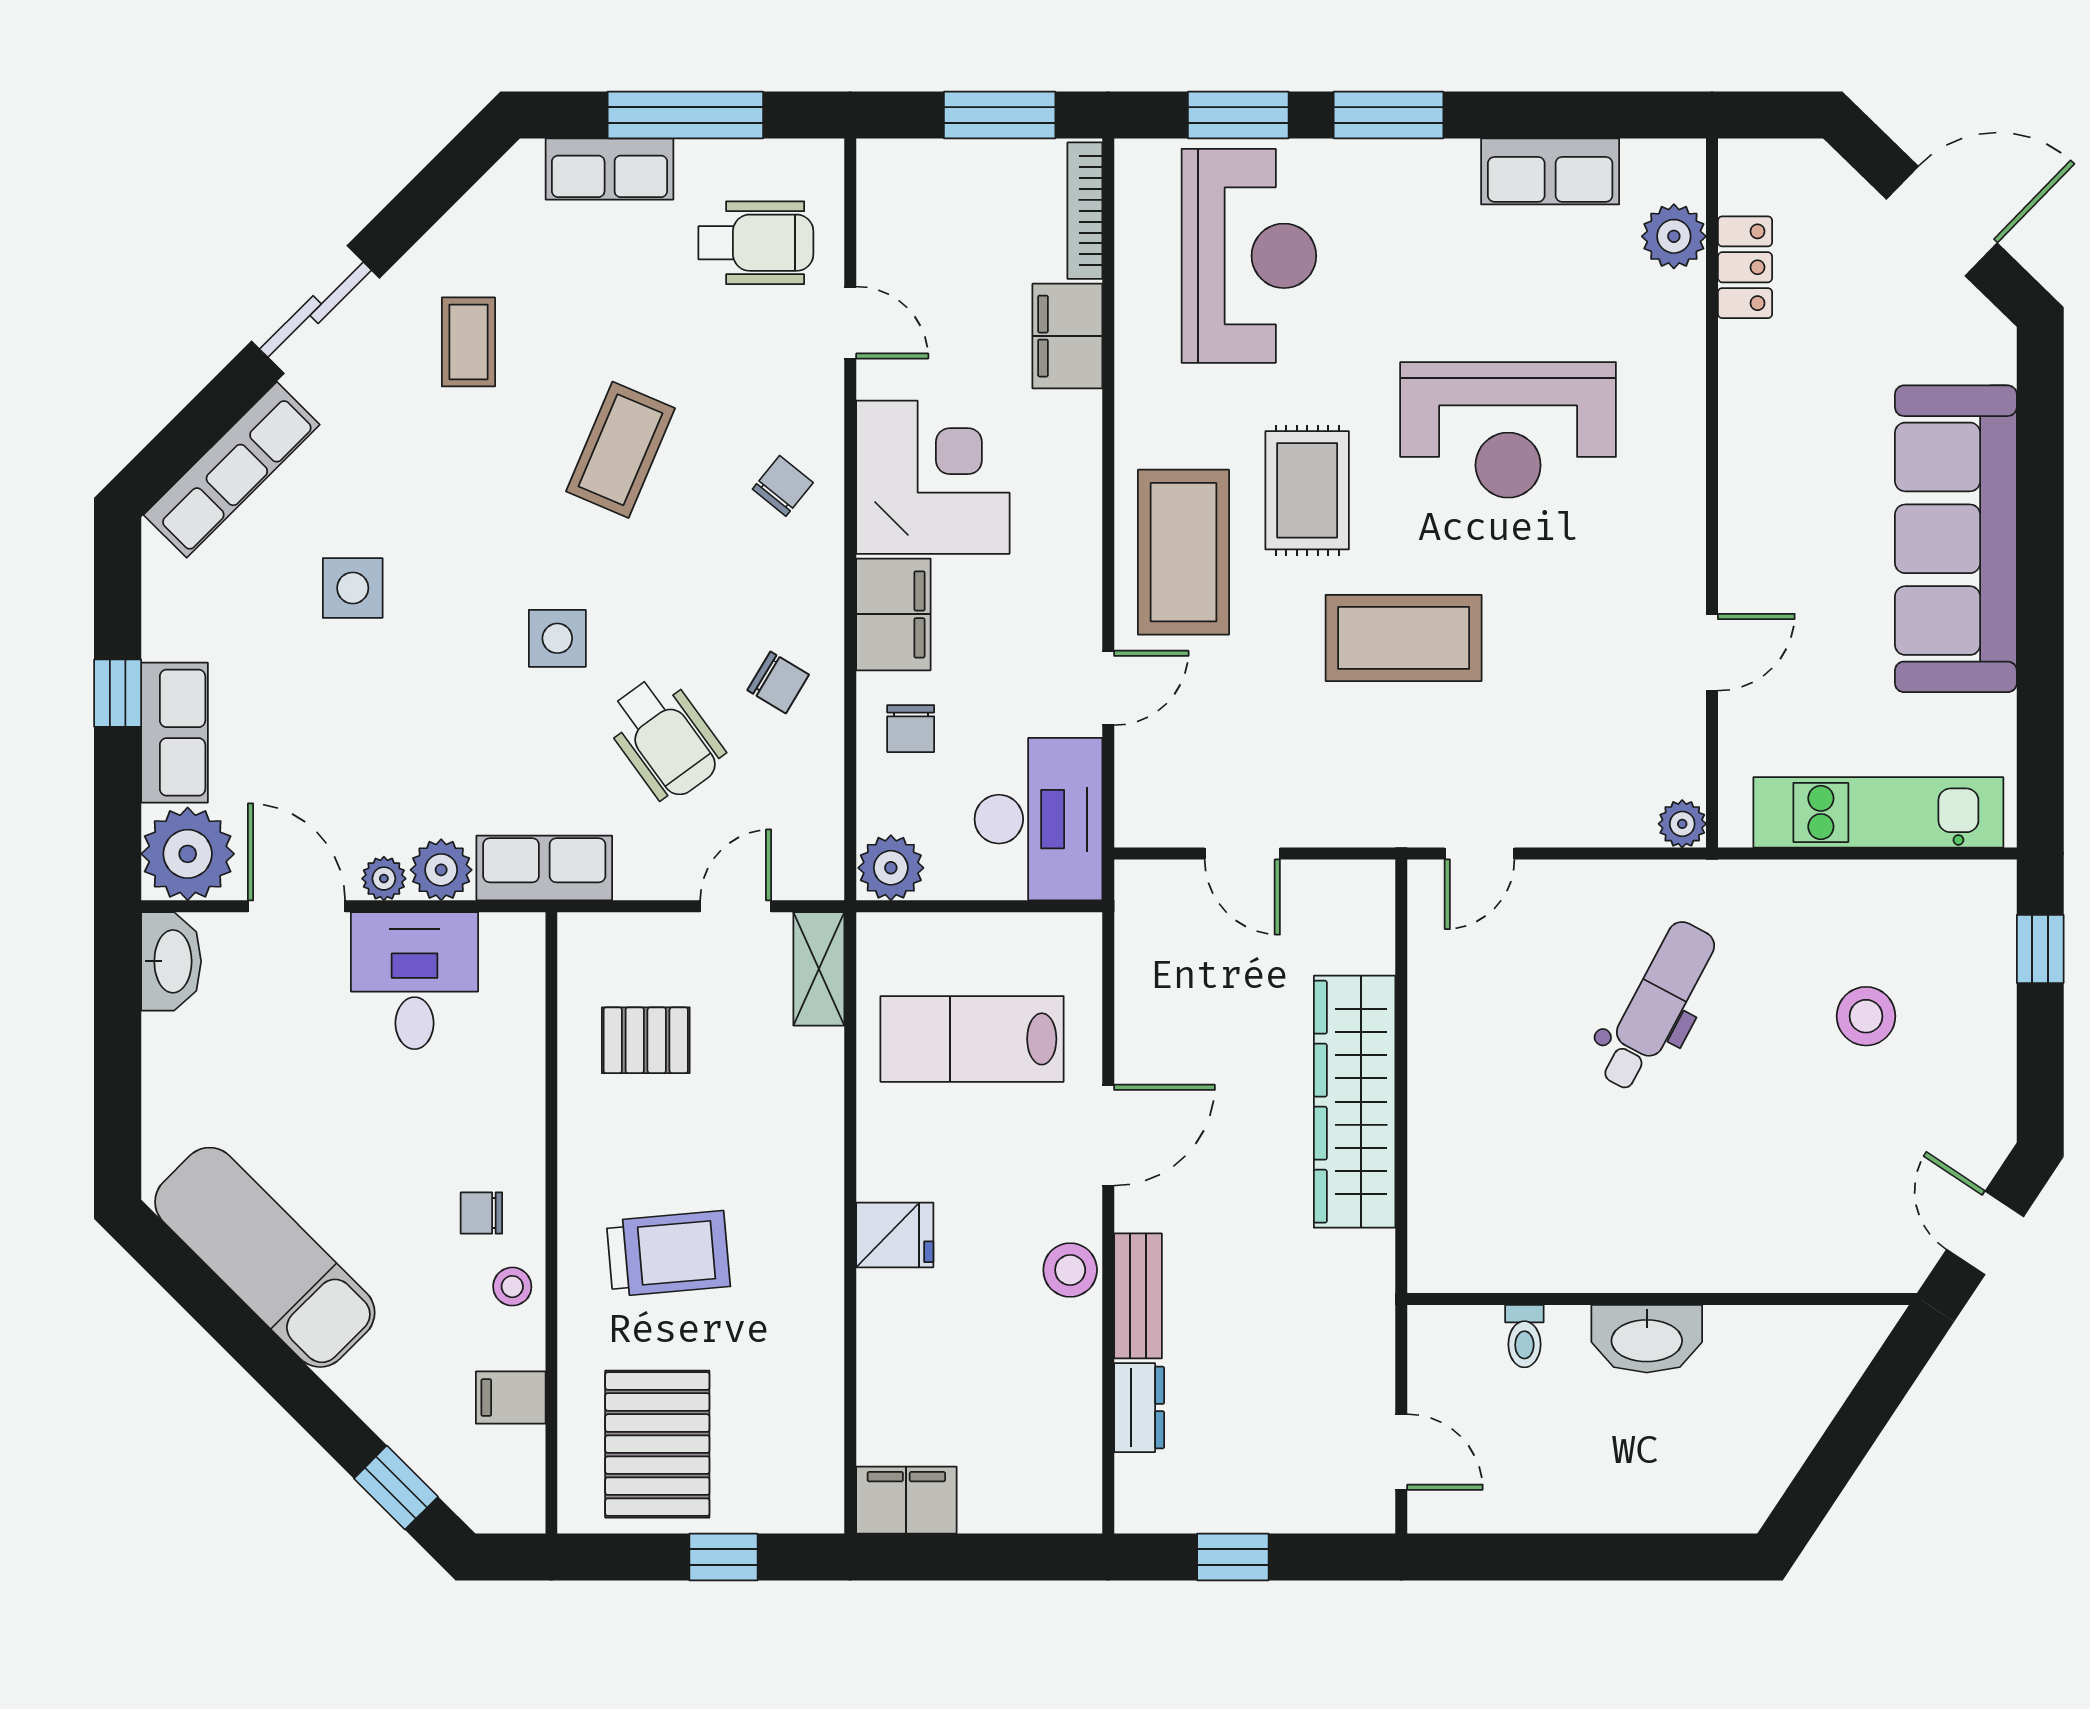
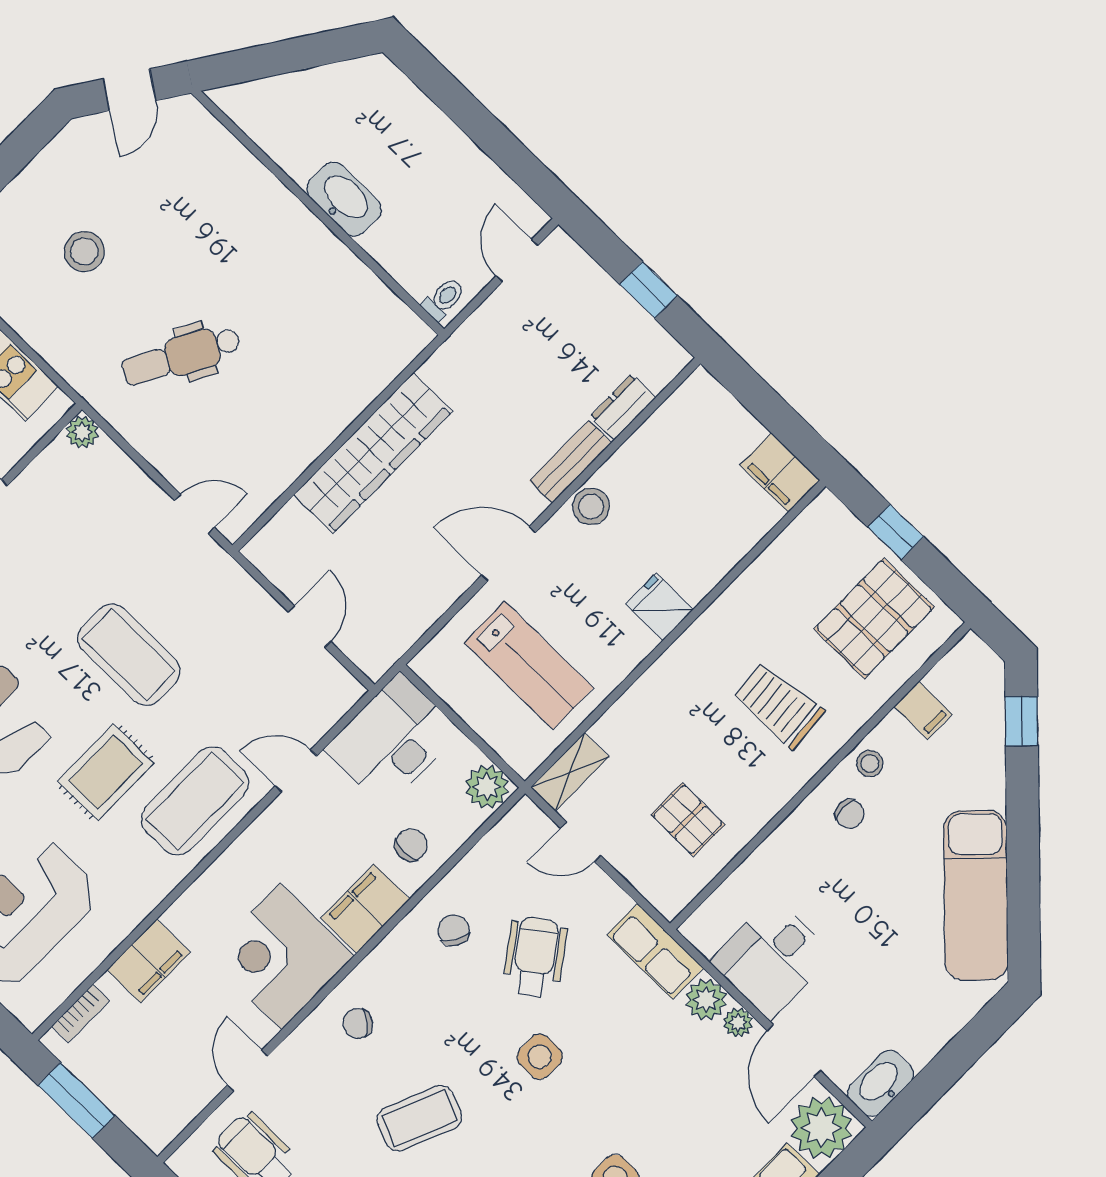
bookcase: (1085, 211) -> (81, 1013), width x0.64
toilet: (1524, 1336) -> (444, 299), moved

